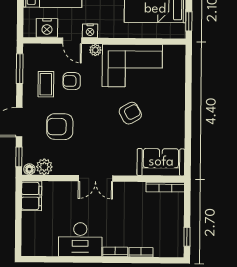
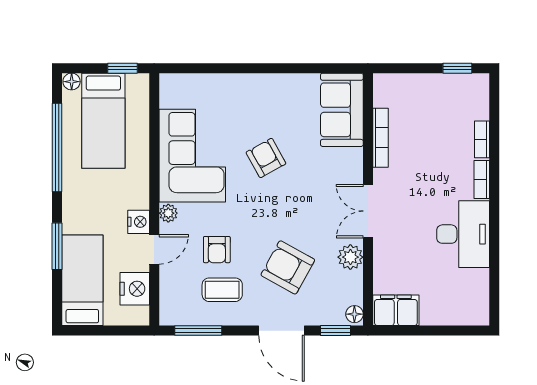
armchair: (60, 127) -> (288, 267), turned 119
plant: (44, 167) -> (350, 257), moved
double door: (95, 178) -> (368, 211), swing flipped
bookcase: (165, 187) -> (380, 138), moved

